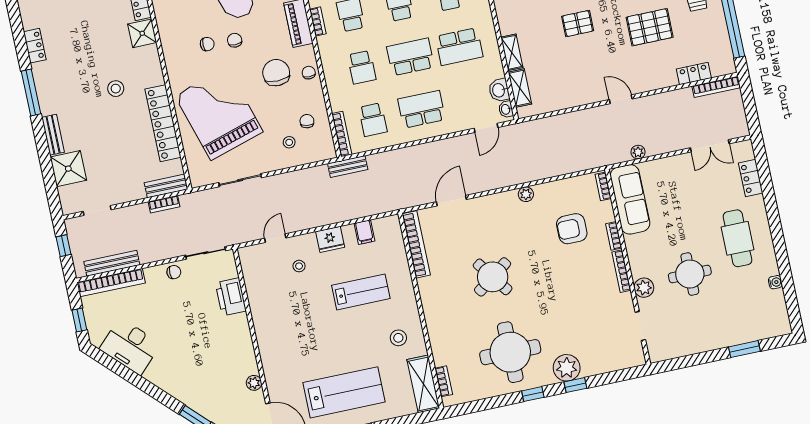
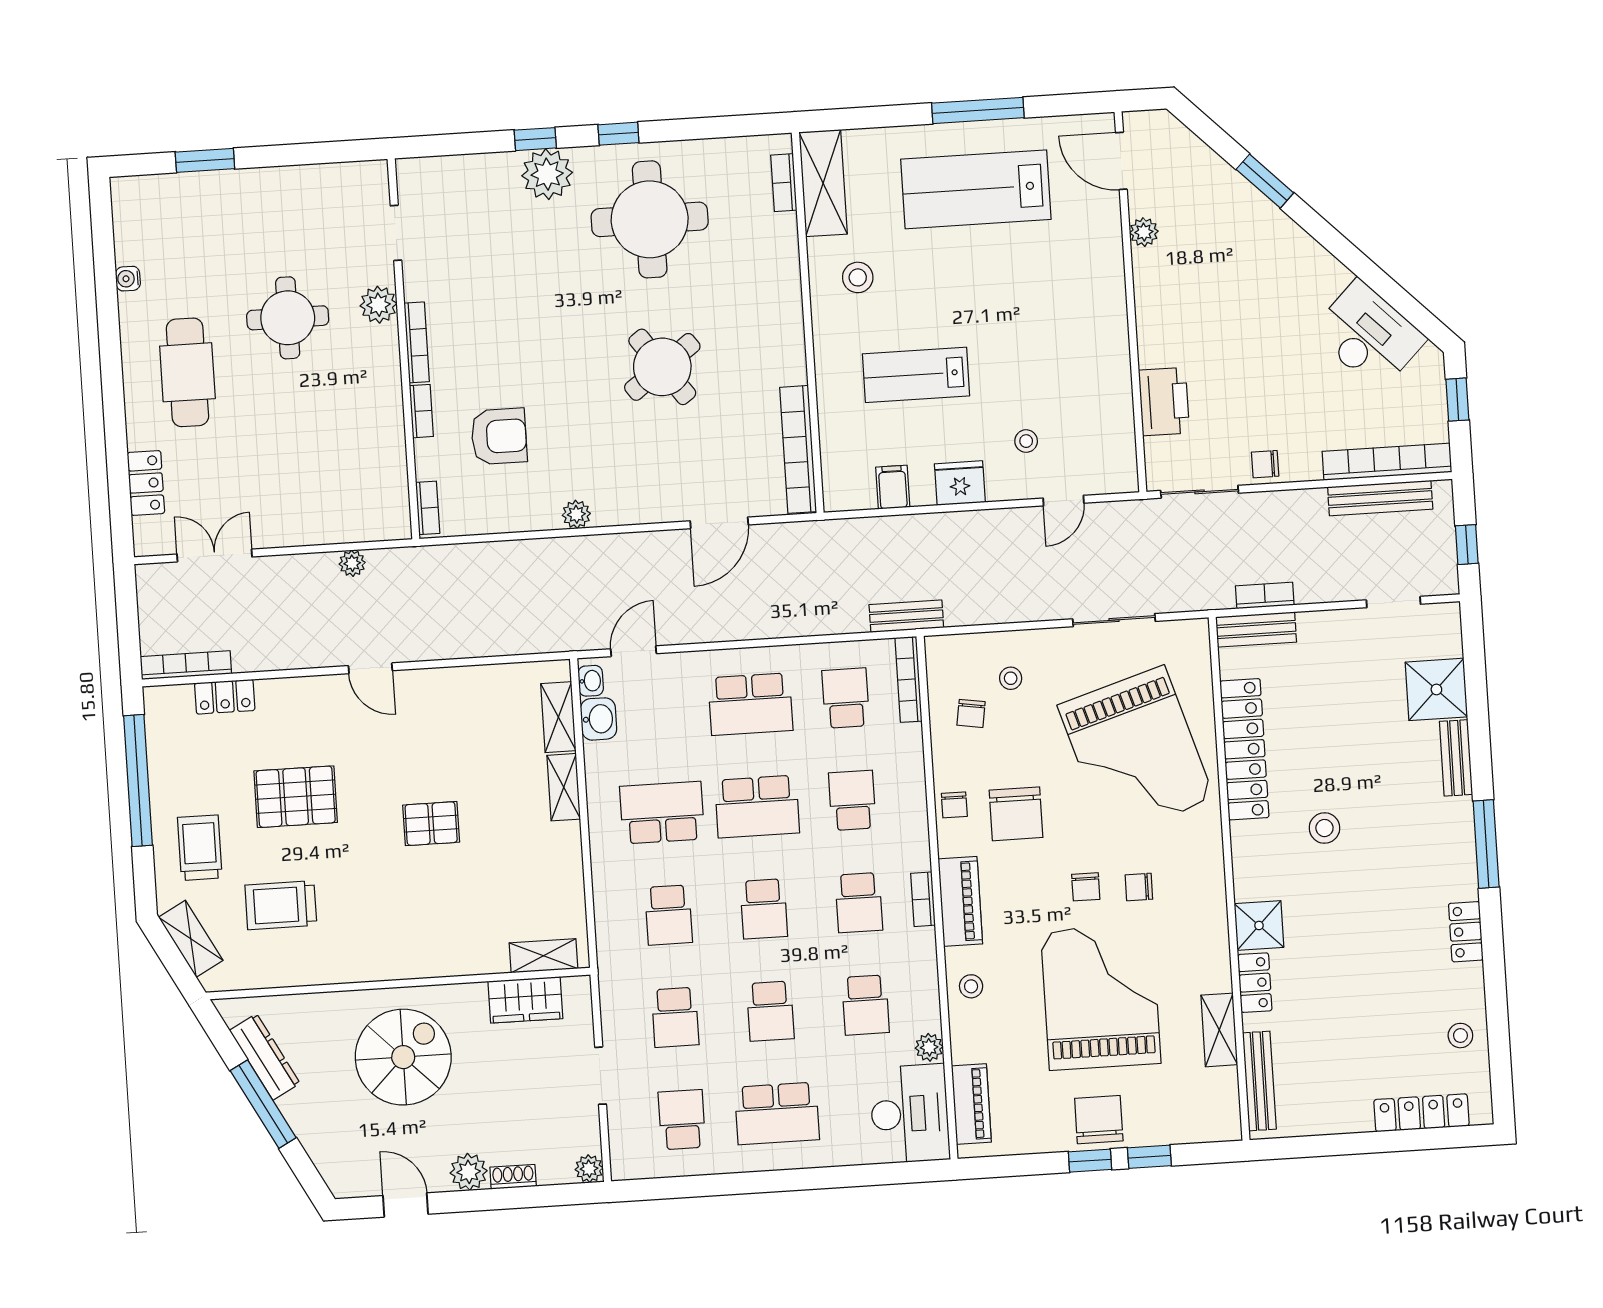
sofa: (630, 199) -> (380, 476), removed

